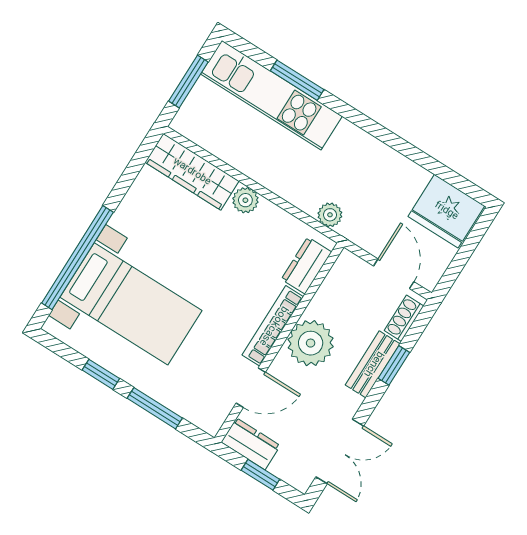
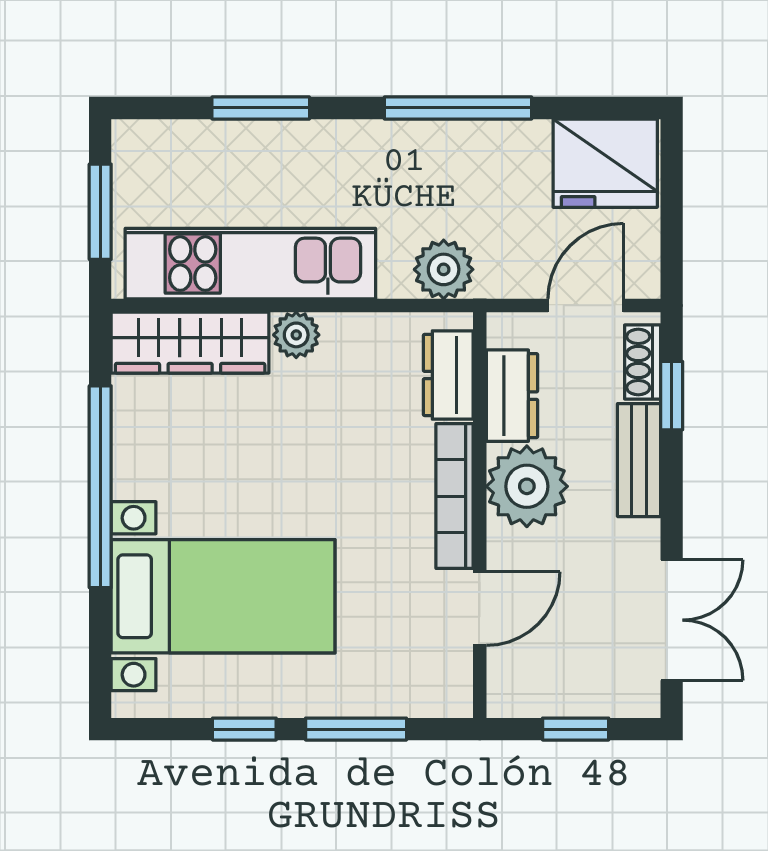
kitchen unit: (271, 95) -> (250, 264), moved, turned 180
window: (392, 140) -> (458, 108), added
plant: (330, 215) -> (444, 269), width x1.38, depth x1.38
window: (77, 258) -> (100, 487), moved
door: (394, 274) -> (586, 305), hinge flipped
window: (394, 365) -> (672, 396), moved
dresser: (251, 444) -> (512, 396), moved, turned 90

